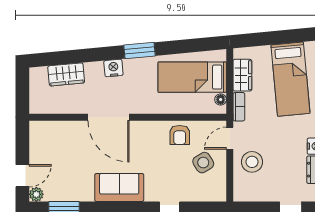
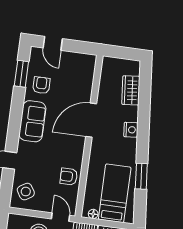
window: (139, 50) -> (141, 176), moved
side table: (203, 163) -> (26, 192), moved
armchair: (75, 183) -> (41, 85), added
plant: (36, 194) -> (36, 53), removed

